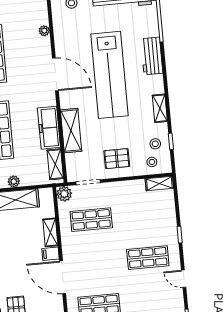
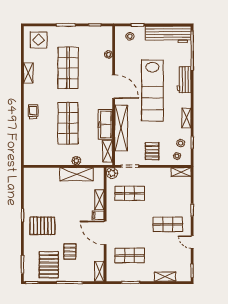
shelving: (71, 131) -> (121, 128), width x1.47
pallet: (117, 159) -> (152, 151), turned 90

